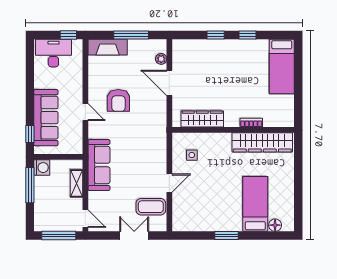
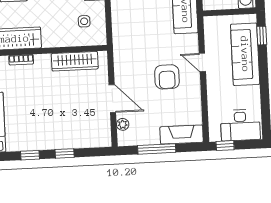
armchair: (118, 100) -> (167, 77), turned 180

